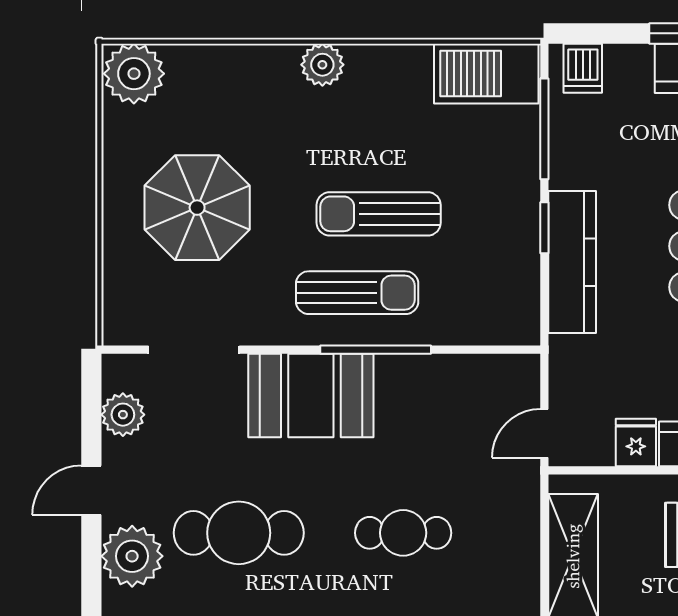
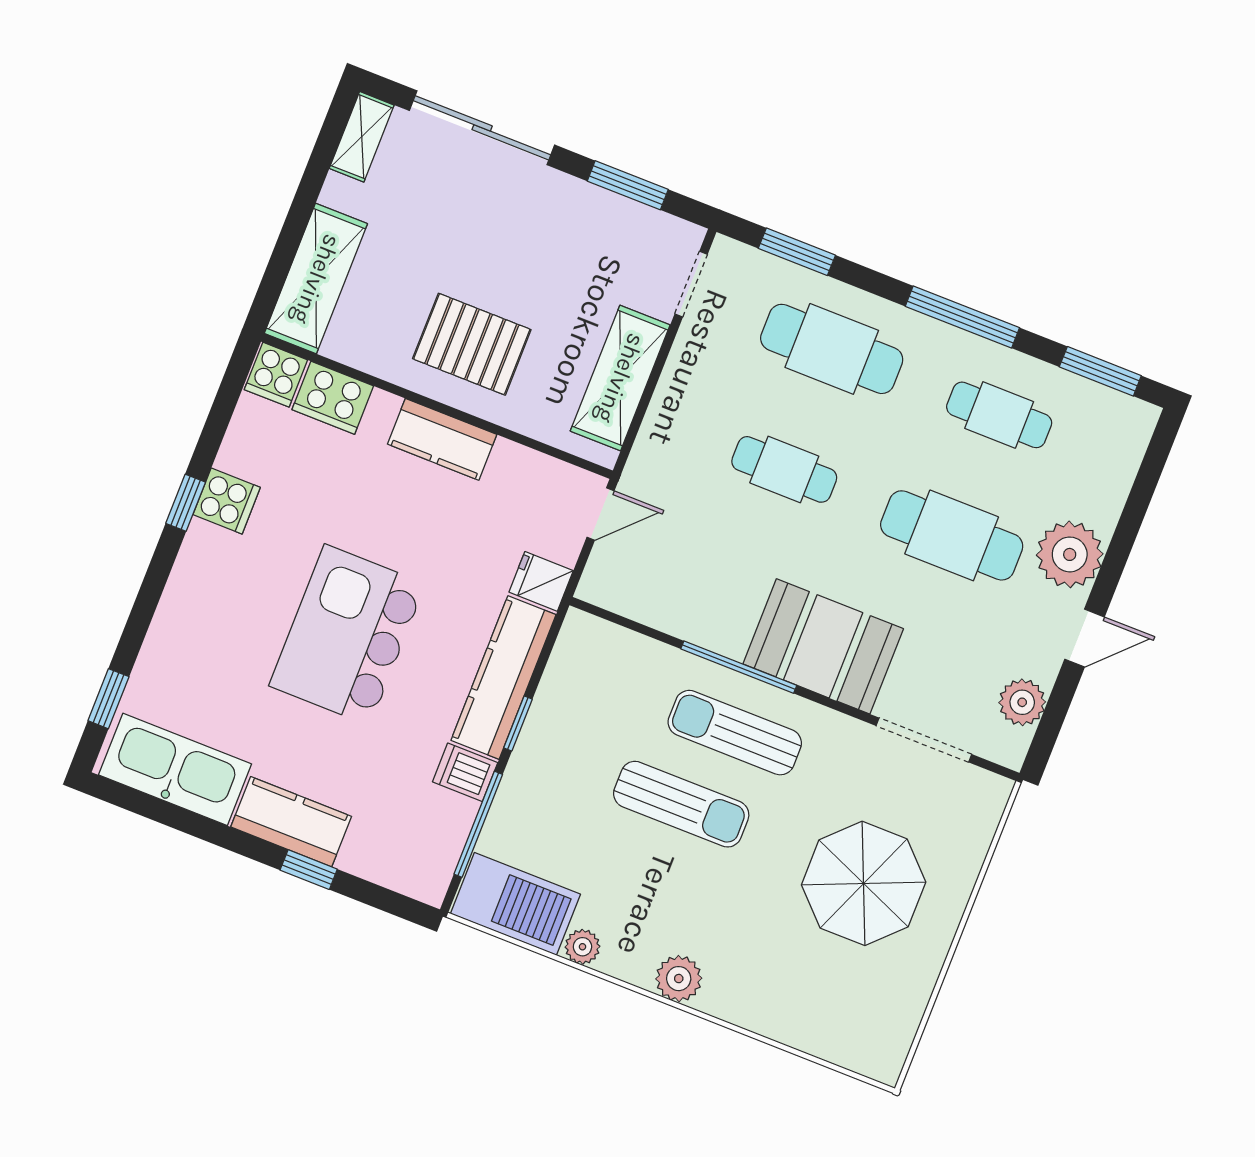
dishwasher: (583, 68) -> (465, 772), moved, turned -90
plant: (134, 74) -> (582, 947), moved, width x0.53, depth x0.53
fridge: (636, 443) -> (541, 581), moved, turned 90

